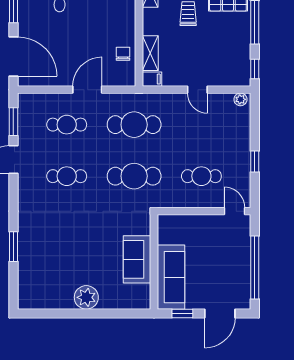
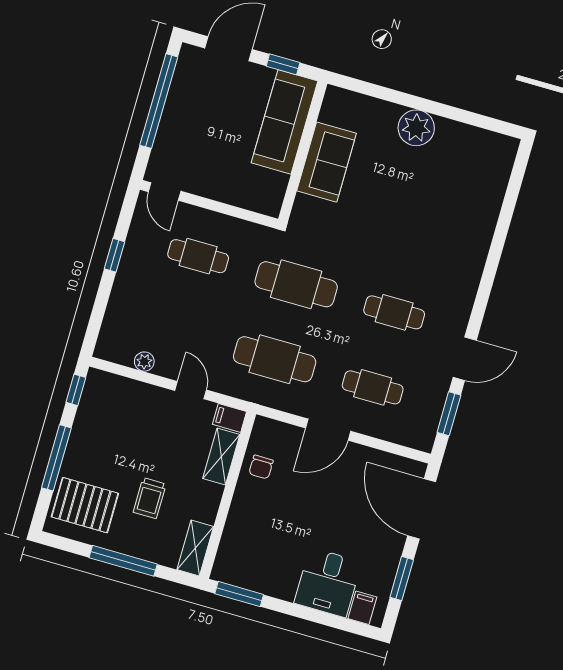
door: (197, 90) -> (191, 390), moved
plant: (240, 99) -> (144, 362), moved
window: (13, 247) -> (501, 232), removed

